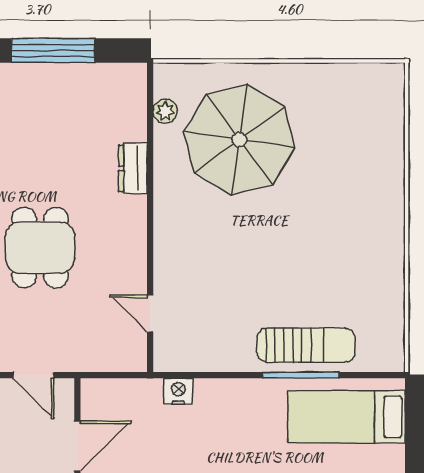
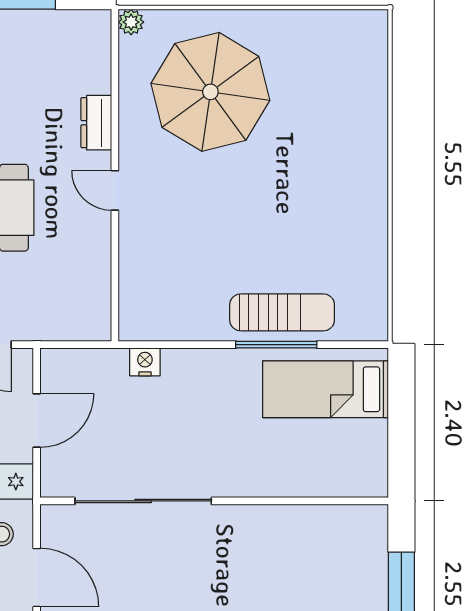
plant: (165, 111) -> (131, 22), moved
door: (150, 314) -> (115, 190), moved

